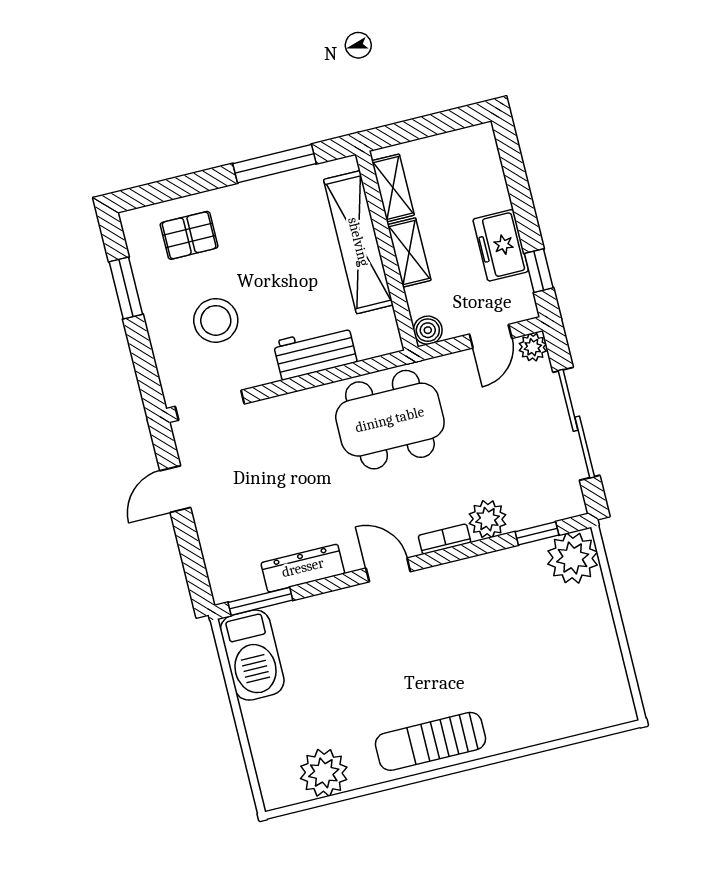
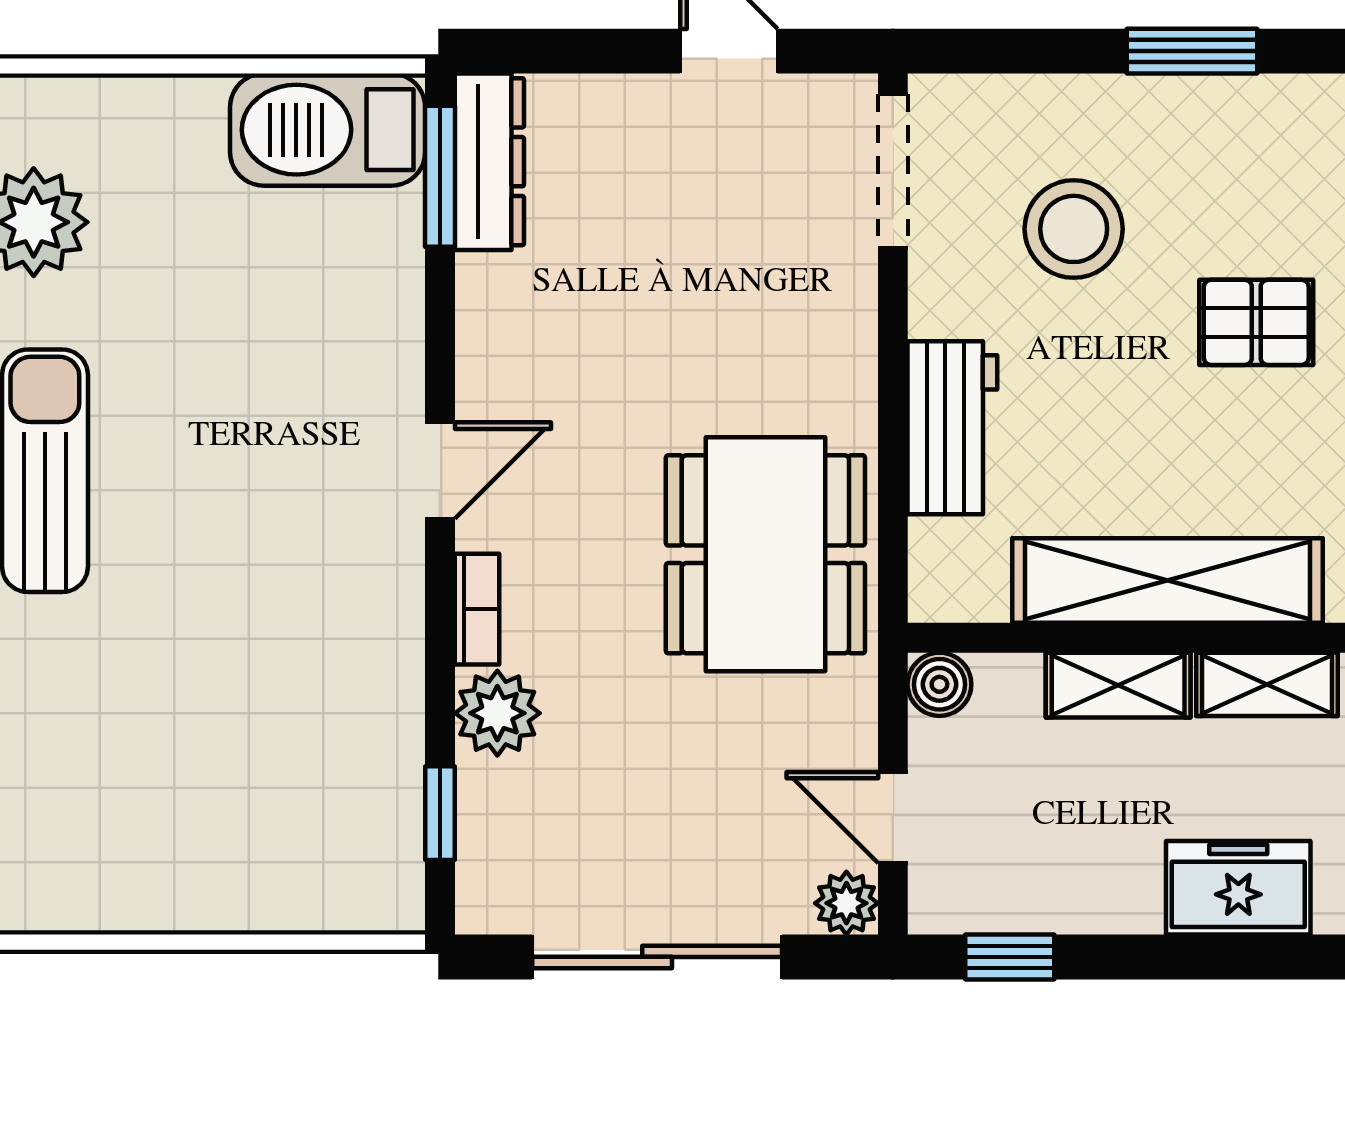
pallet: (189, 235) -> (1256, 322), moved, turned 90
freezer: (501, 245) -> (1238, 888), moved
plant: (573, 558) -> (367, 877), removed
dresser: (303, 568) -> (489, 162), moved

